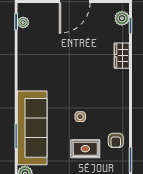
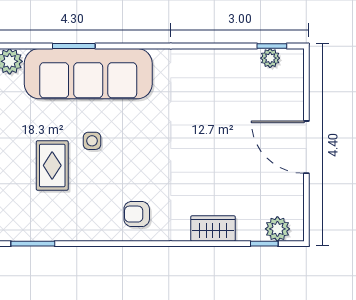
side table: (80, 117) -> (92, 141), moved
armchair: (116, 140) -> (137, 214), moved

